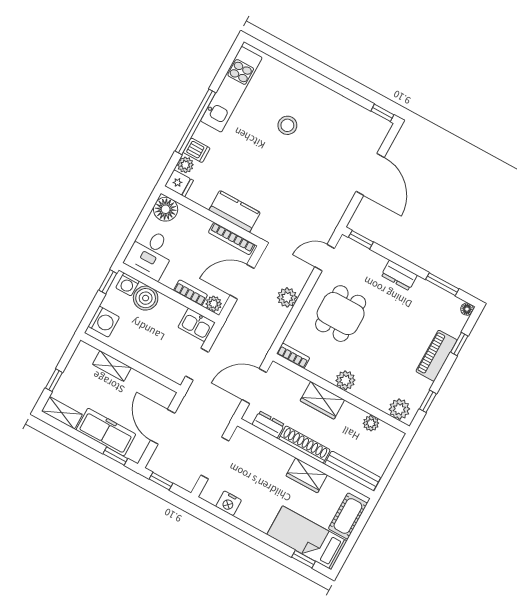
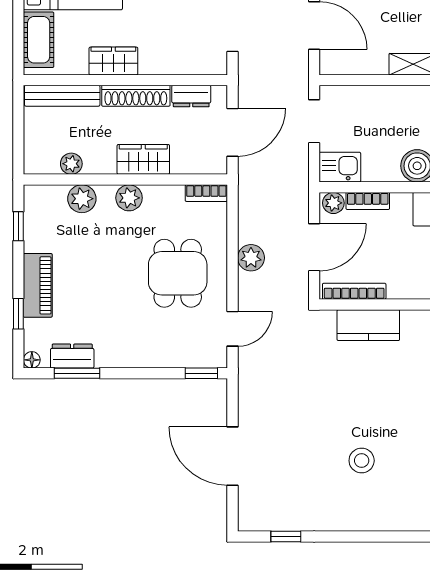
window: (382, 113) -> (286, 536), moved
dresser: (399, 275) -> (72, 356), moved
plant: (399, 409) -> (82, 199), moved

